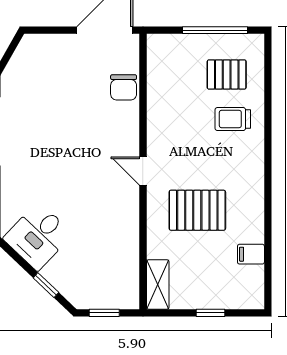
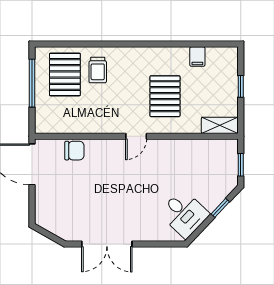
pallet: (227, 74) -> (65, 74), width x1.50, depth x1.42

